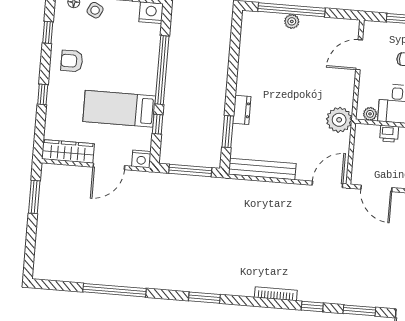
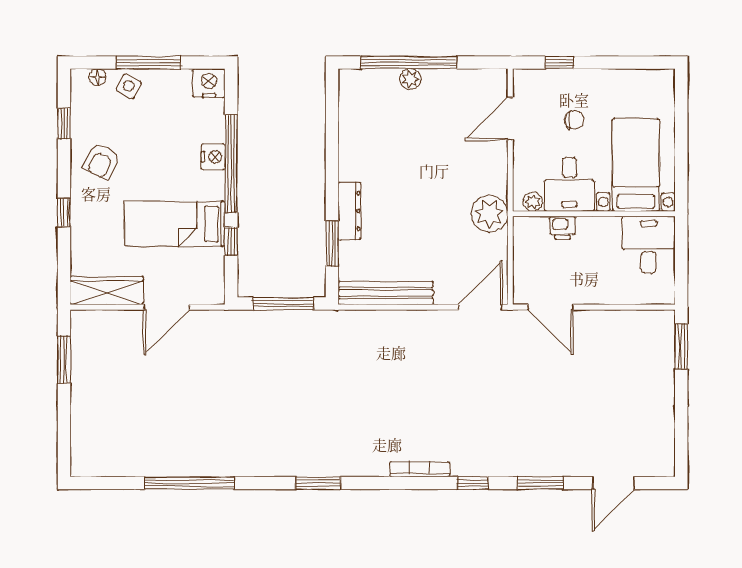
armchair: (72, 61) -> (101, 161), turned -63
dresser: (242, 110) -> (349, 211), width x1.44
nightstand: (141, 159) -> (213, 157), moved, turned -90

